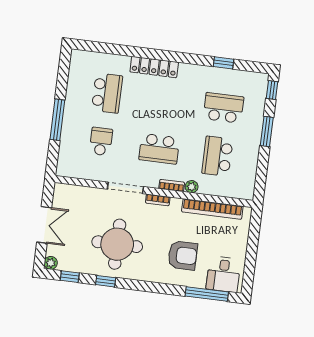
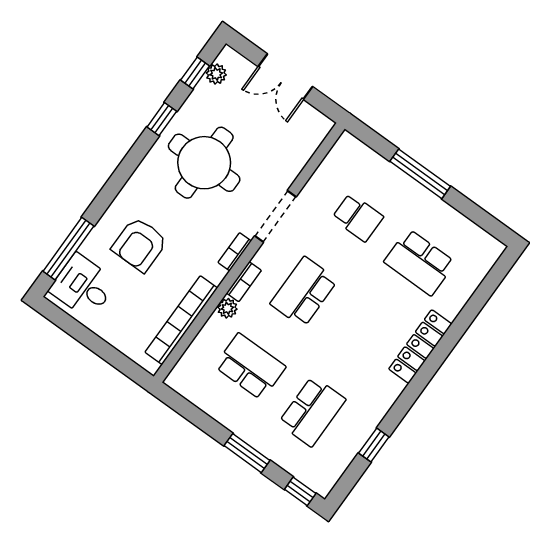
plant: (51, 263) -> (216, 74), moved

